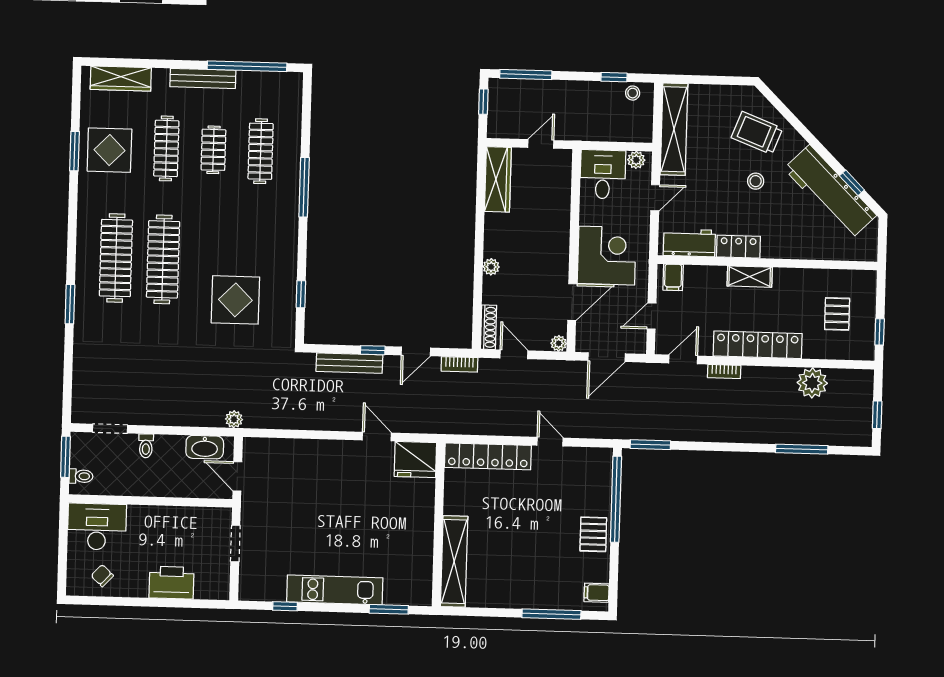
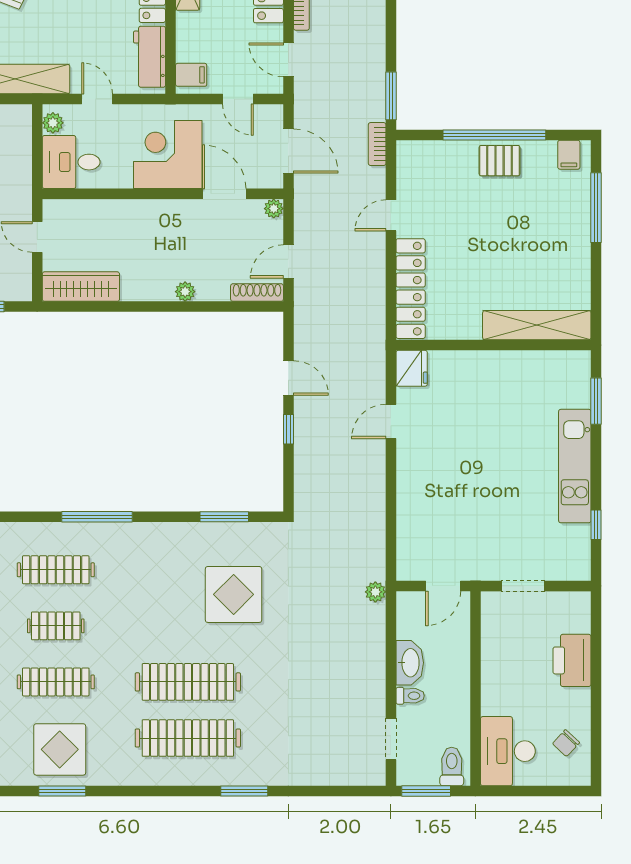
window: (301, 294) -> (224, 517), width x1.50
bench: (349, 363) -> (305, 457), removed
bookcase: (459, 364) -> (377, 144), moved, turned 180
washbasin: (205, 447) -> (410, 663), moved
fridge: (415, 460) -> (412, 368), width x0.73, depth x0.75
toilet: (81, 476) -> (452, 766), width x1.37, depth x1.39
window: (616, 499) -> (494, 135), moved

